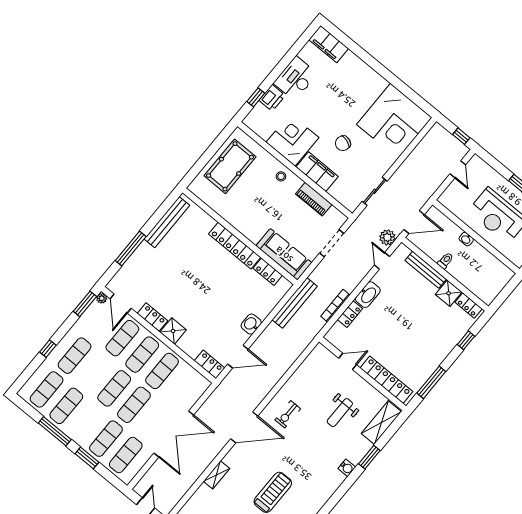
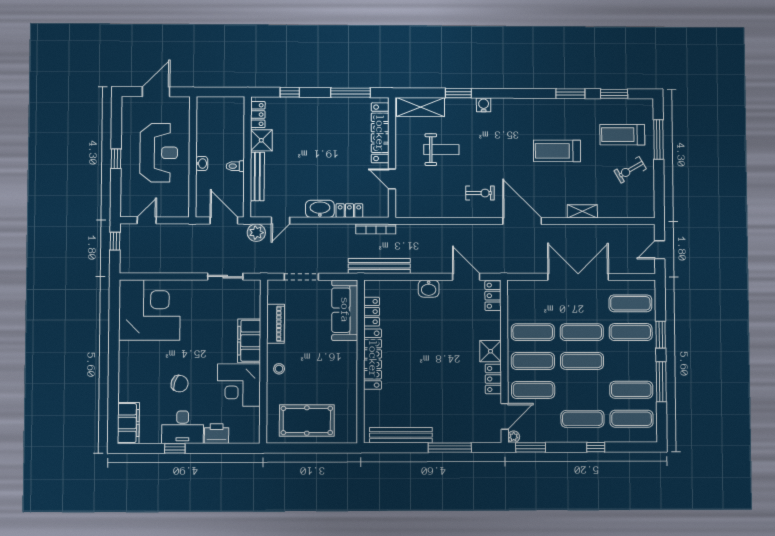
window: (256, 97) -> (175, 448), moved
chair: (343, 143) -> (180, 384), moved
bookcase: (335, 306) -> (376, 229), moved

